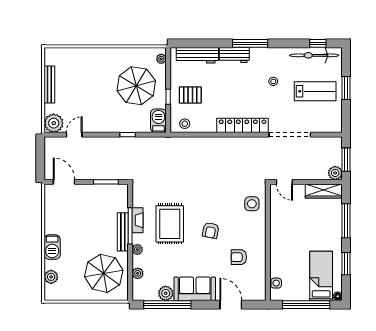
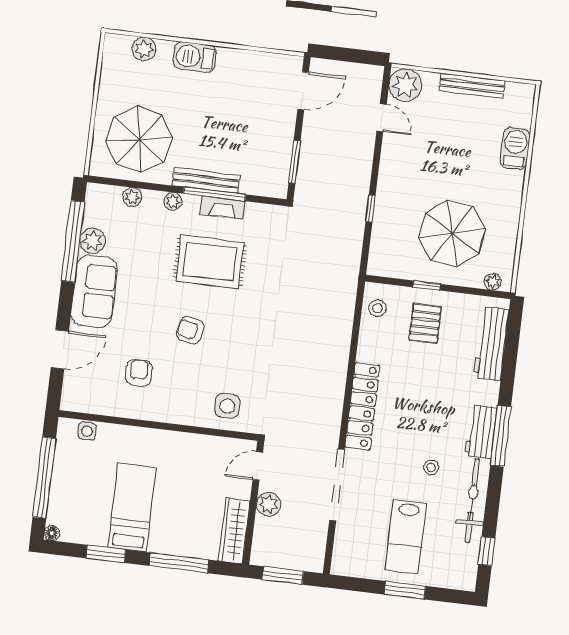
workbench: (234, 55) -> (481, 432), moved
bicycle: (314, 55) -> (472, 501), moved
barbecue: (158, 121) -> (515, 148), moved, turned -90
plant: (335, 173) -> (268, 504), moved
bed: (321, 276) -> (132, 508), moved, turned -90

